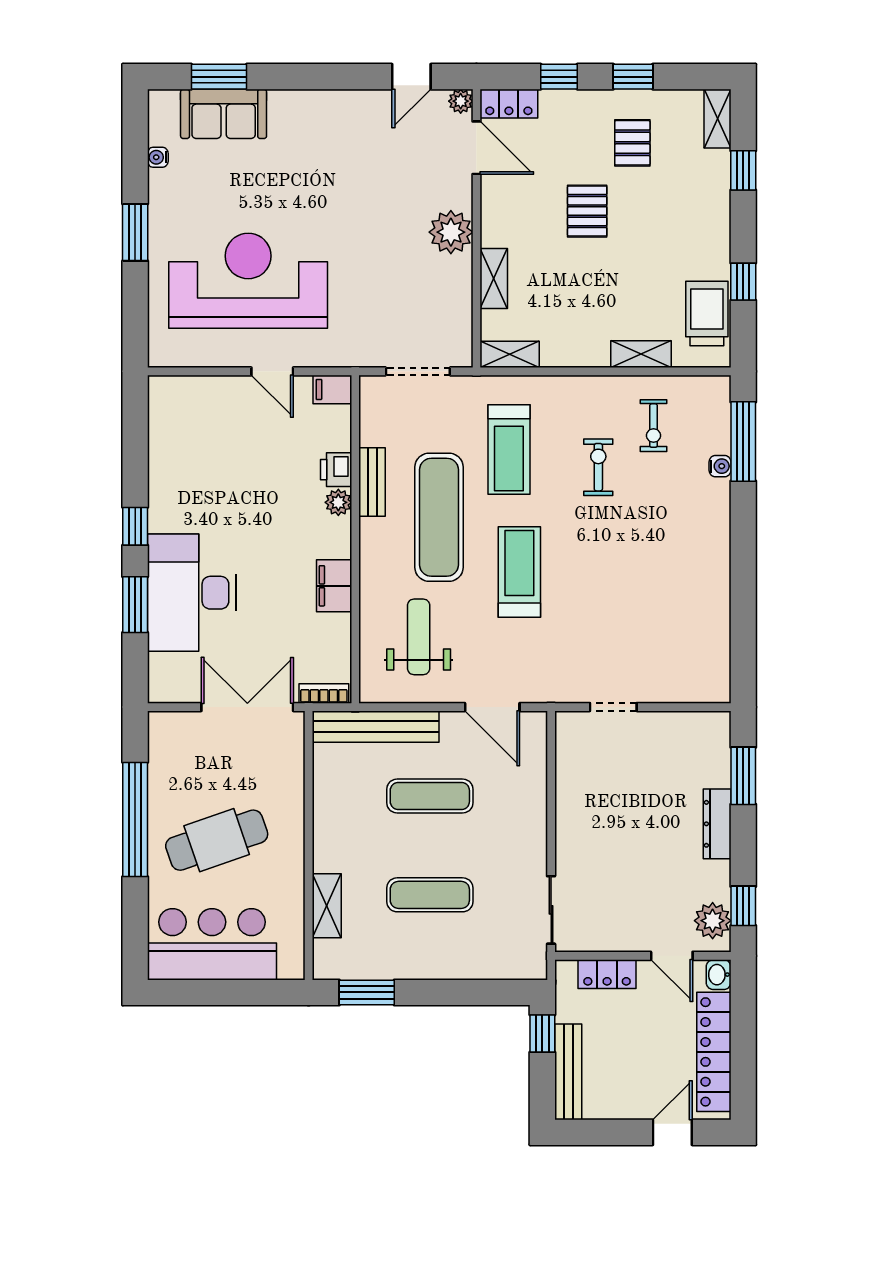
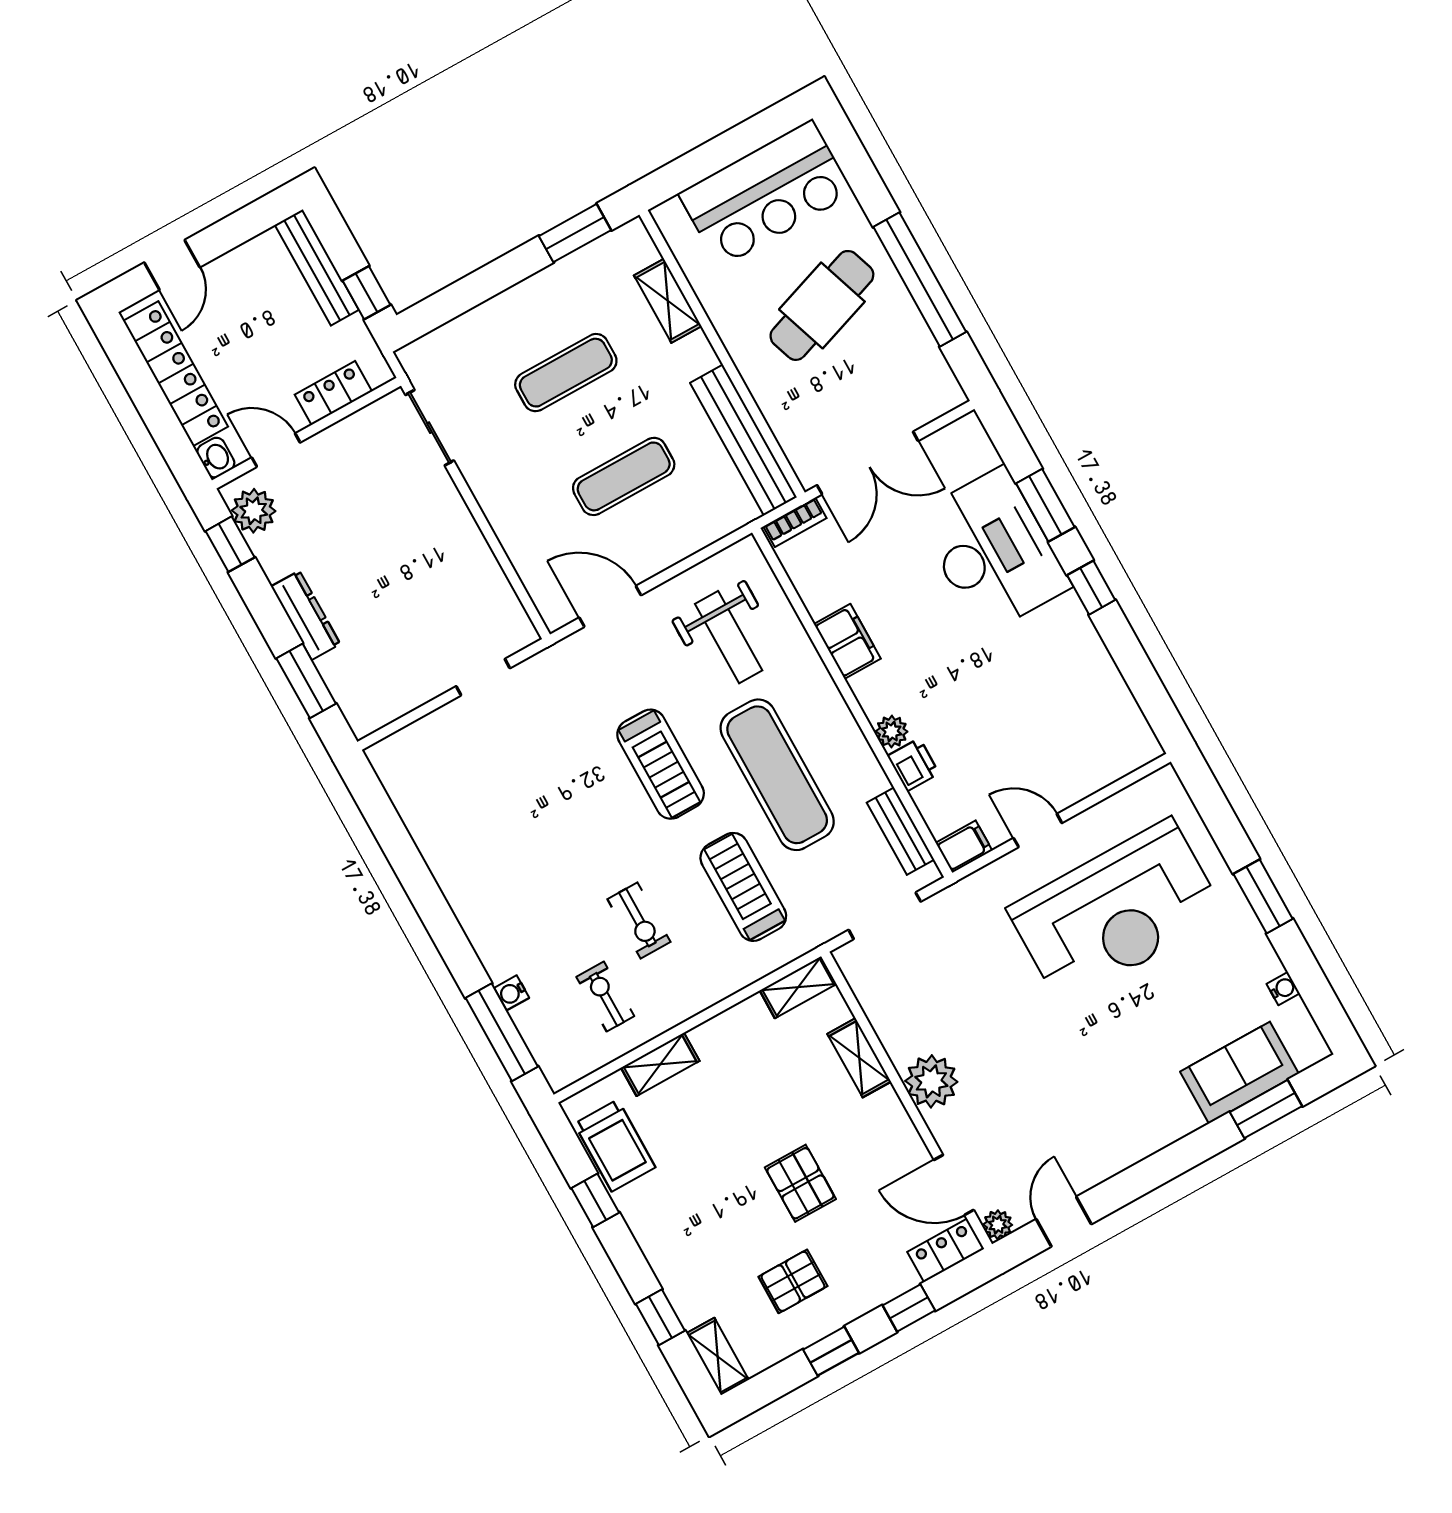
pallet: (632, 143) -> (793, 1281), turned 90
bench: (372, 482) -> (901, 831), moved
bench: (376, 727) -> (743, 440), moved, turned 90

